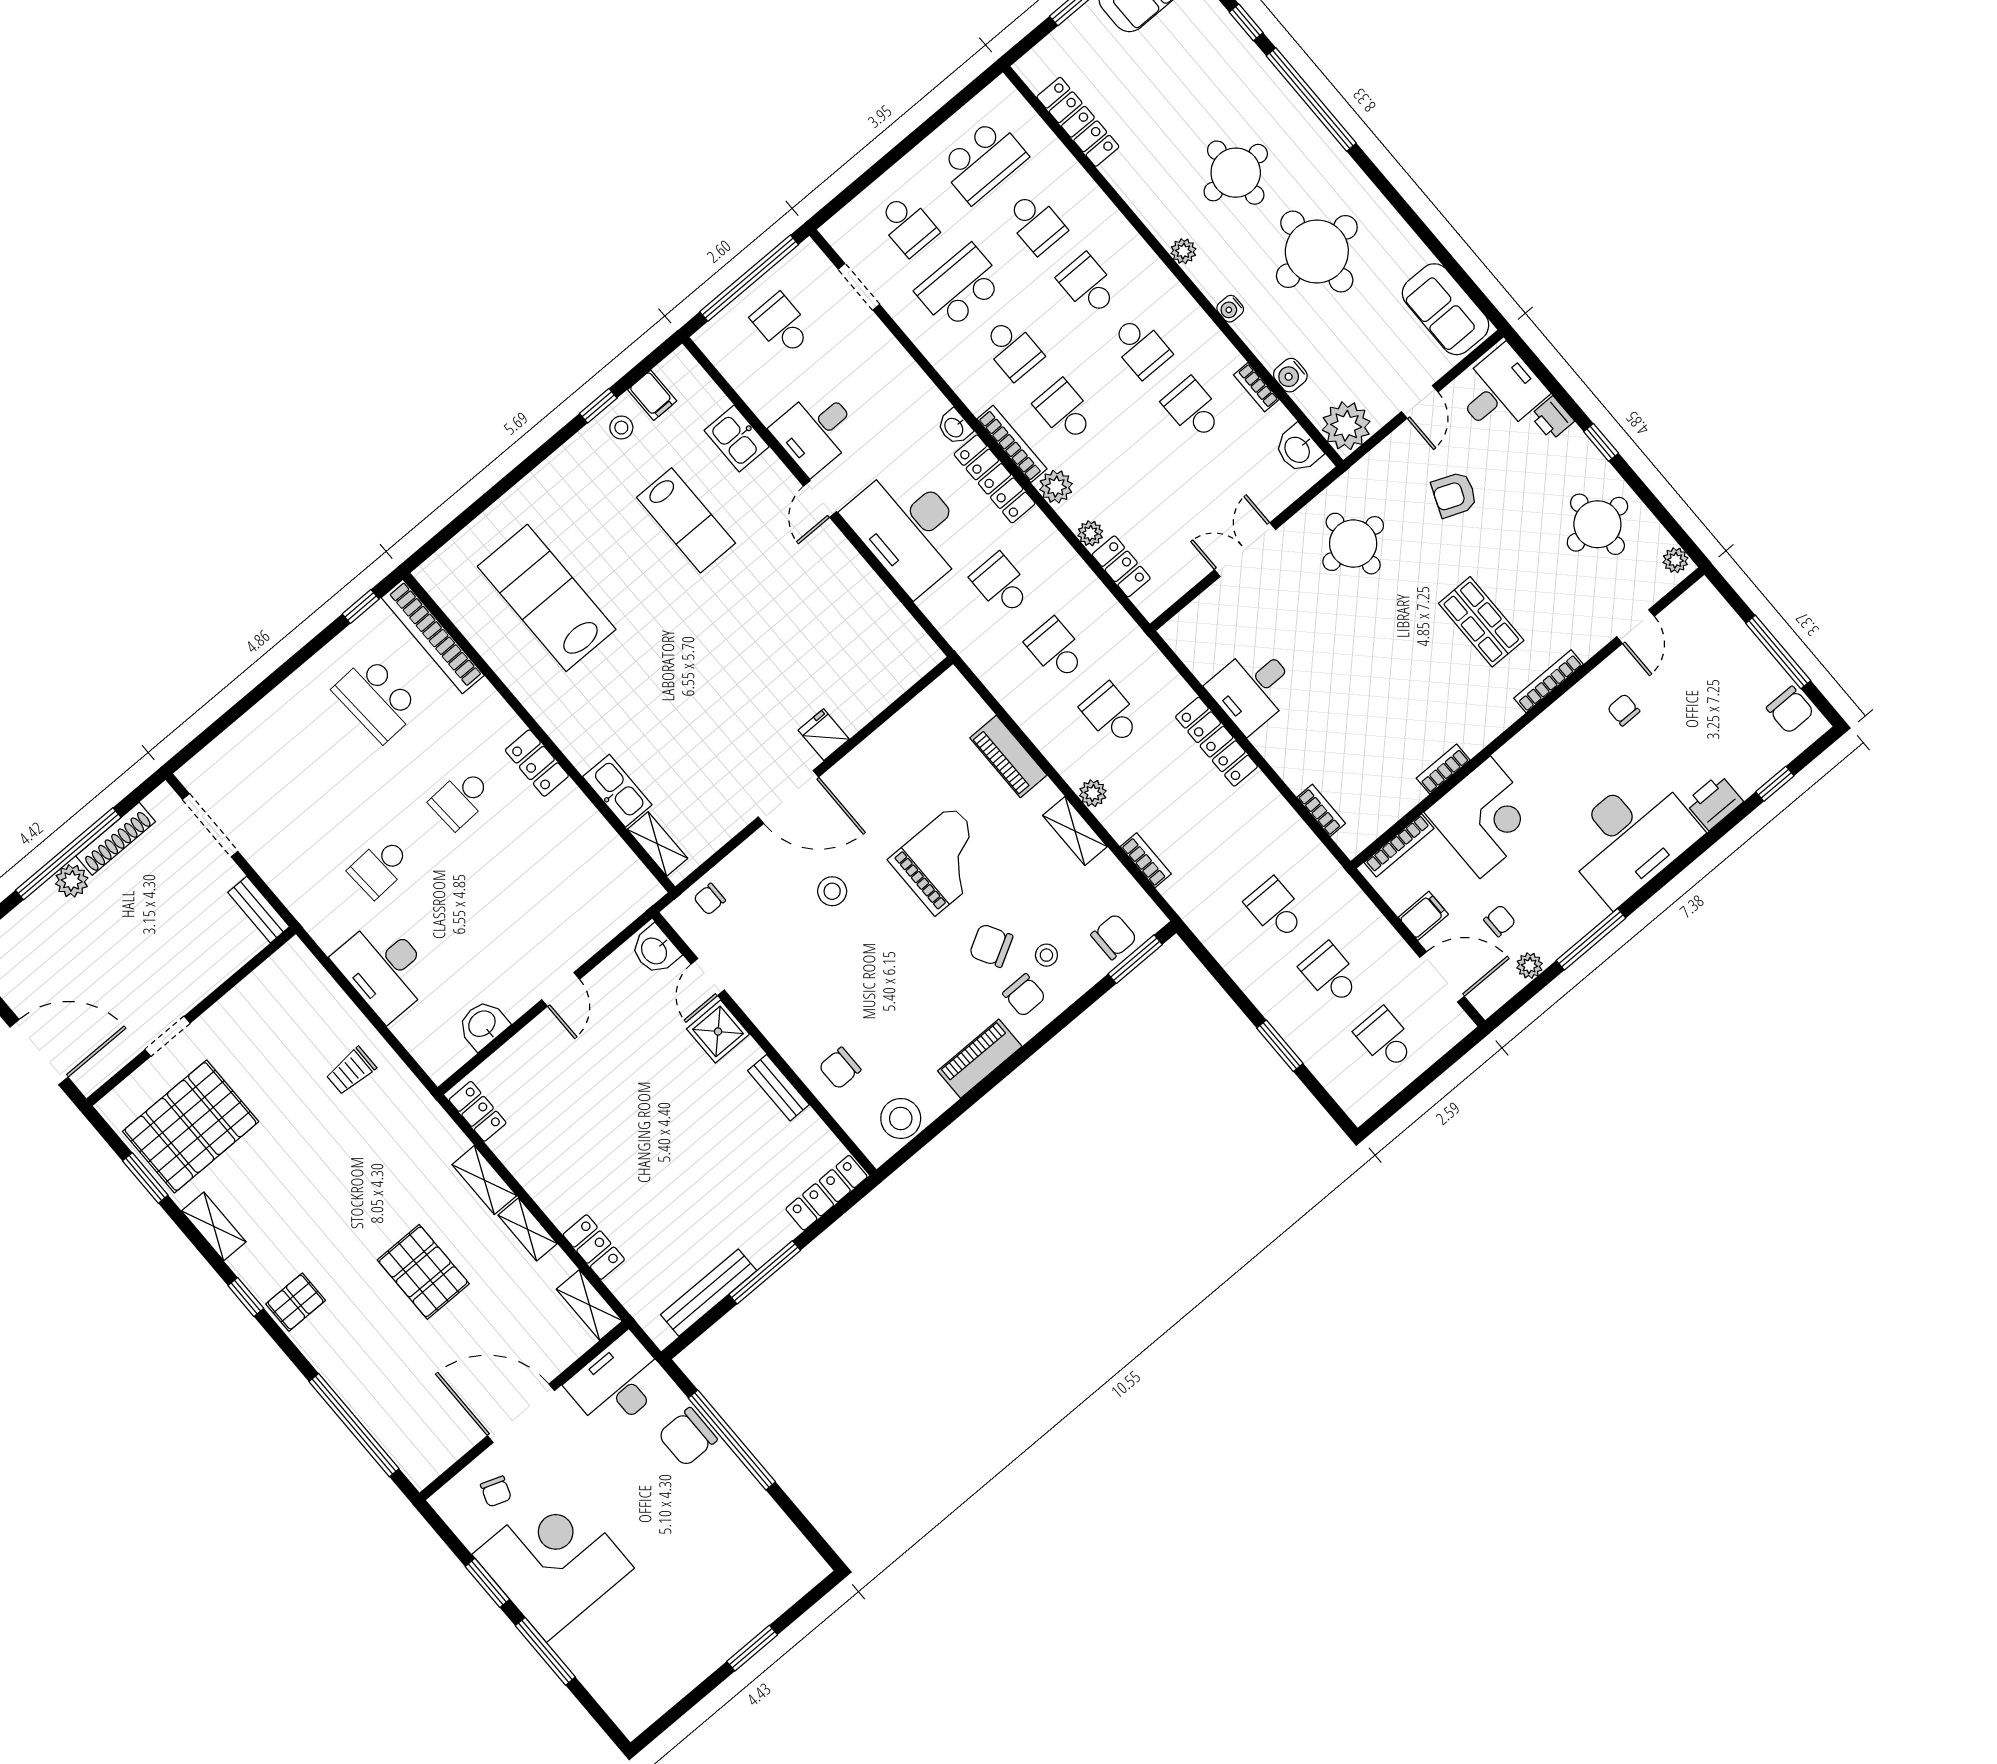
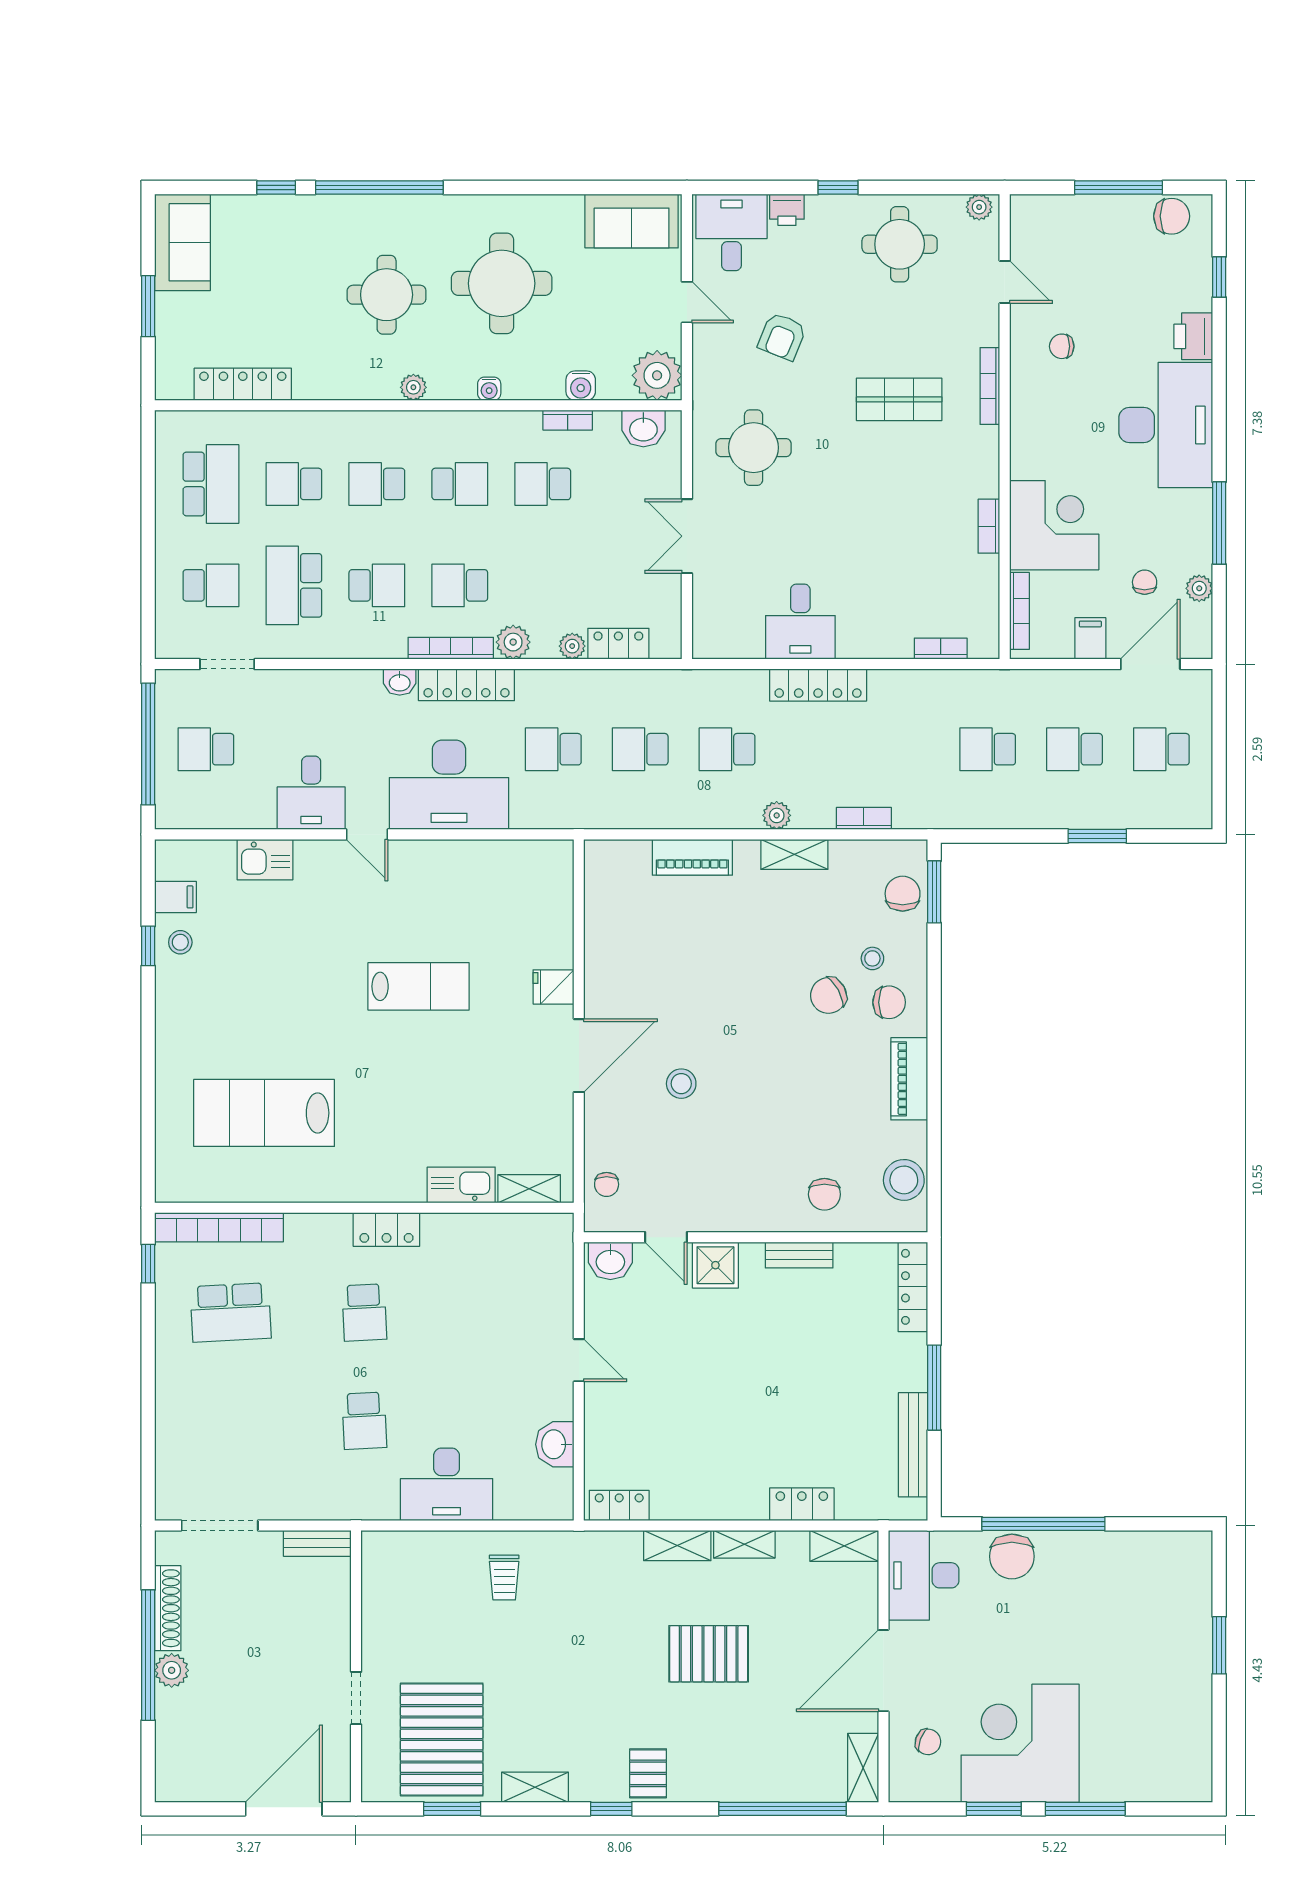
school desk: (1036, 223) -> (294, 484), turned 180
lab bench: (686, 520) -> (419, 986), moved
grand piano: (944, 860) -> (731, 976), removed
shelving: (435, 1459) -> (863, 1768), added

